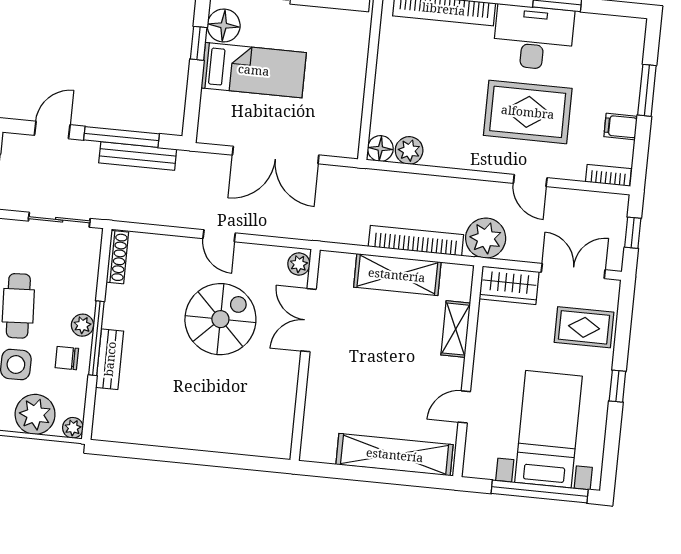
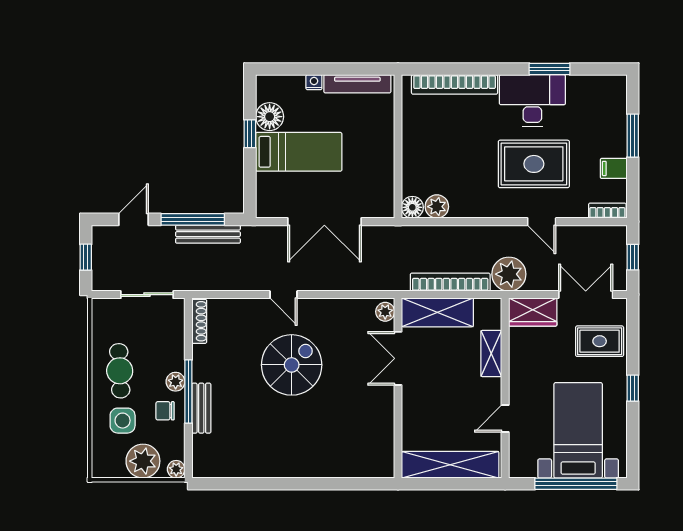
plant: (299, 264) -> (385, 312), moved
double door: (308, 320) -> (398, 358), moved
wall: (305, 355) -> (398, 388), moved

